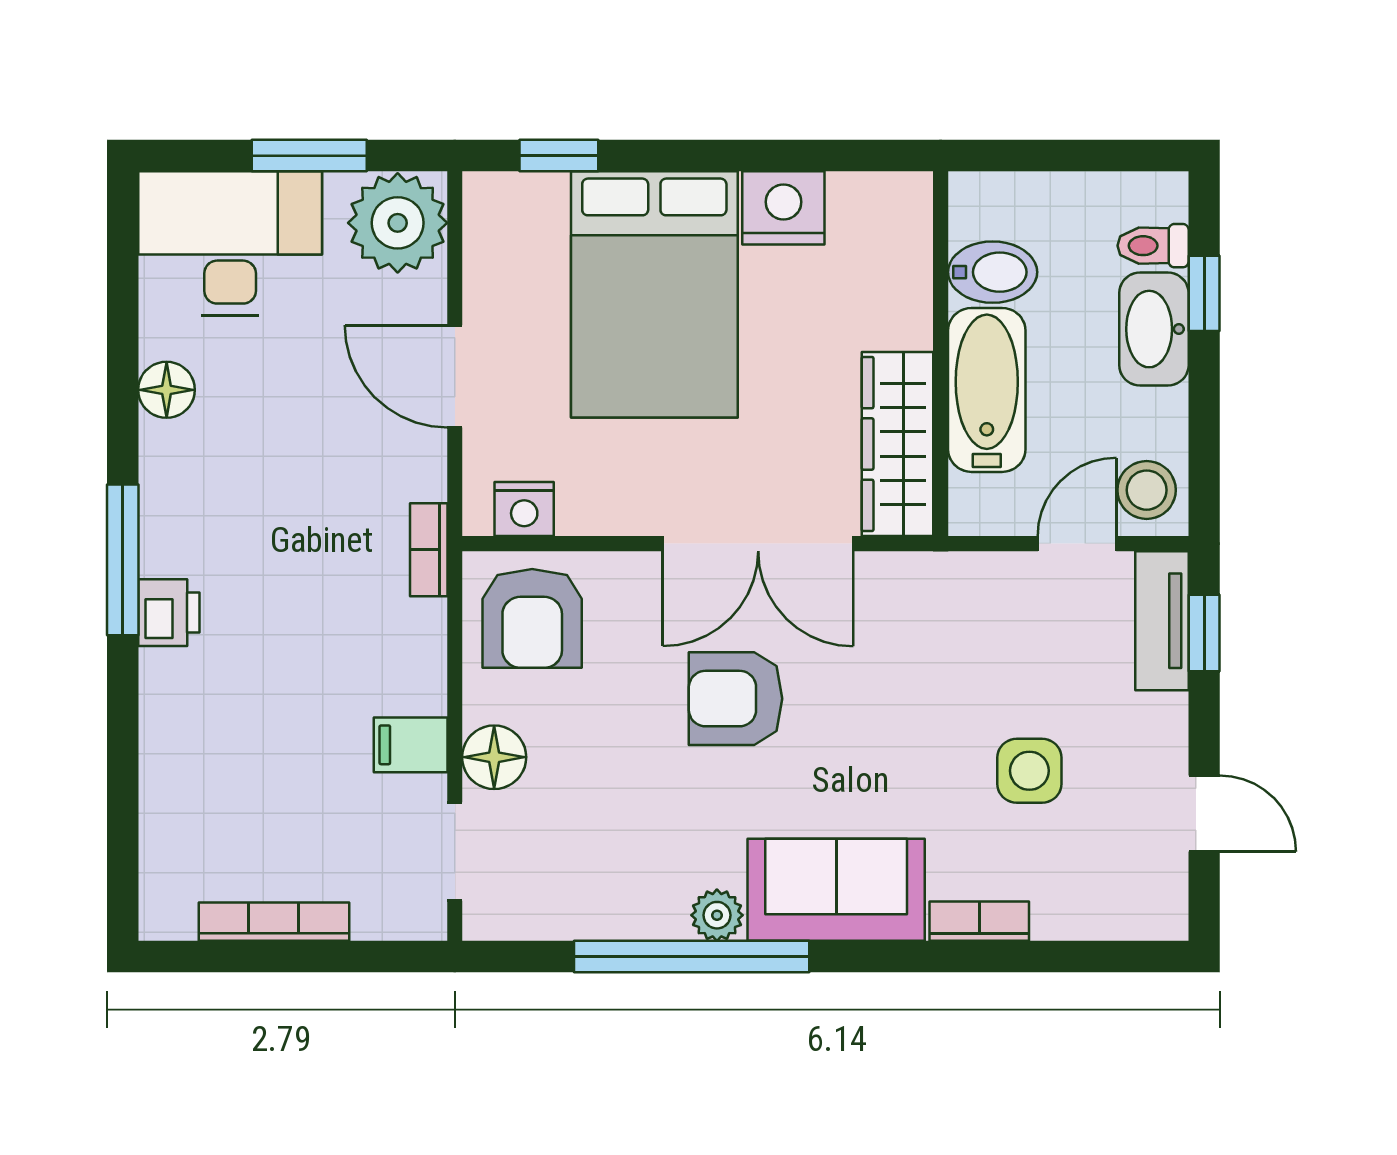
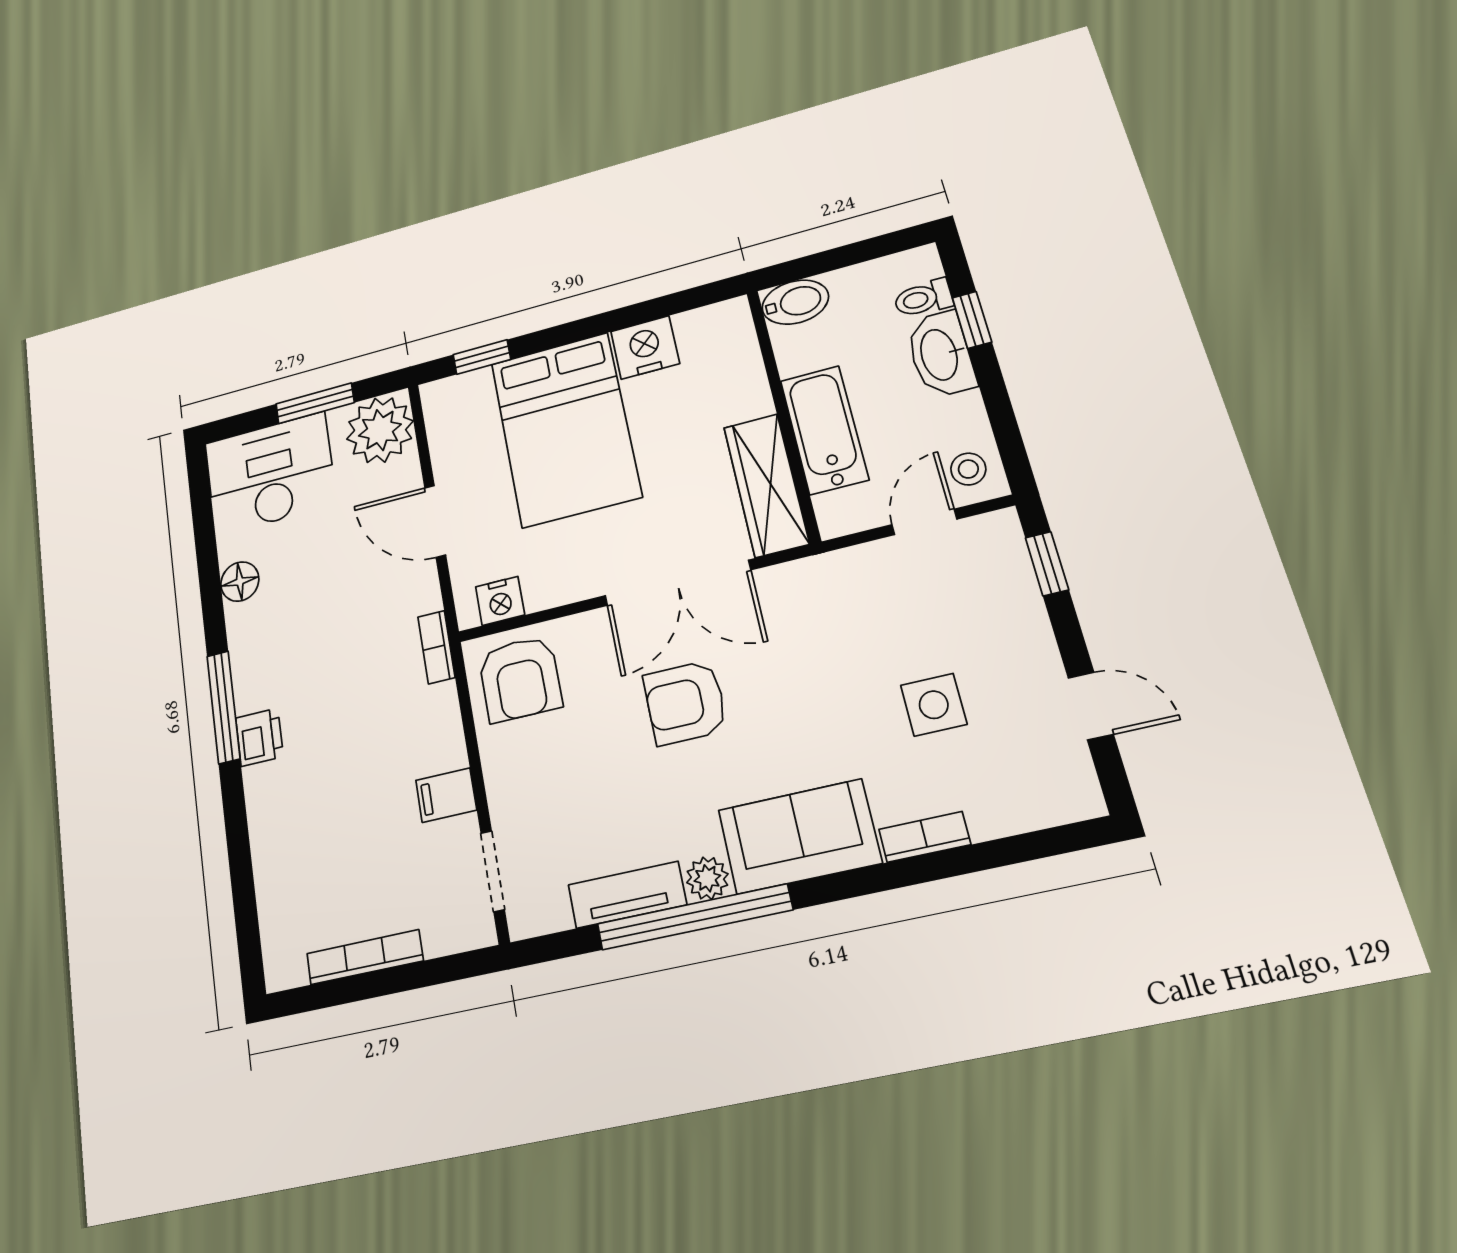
bidet: (993, 272) -> (795, 302), moved
stool: (1147, 490) -> (968, 469), width x0.73, depth x0.73
tv unit: (1162, 621) -> (627, 895), moved, turned 90
floor lamp: (494, 757) -> (510, 790), removed

